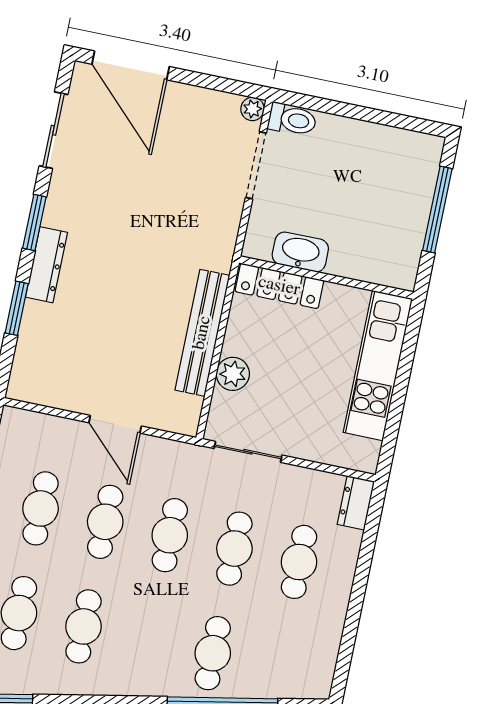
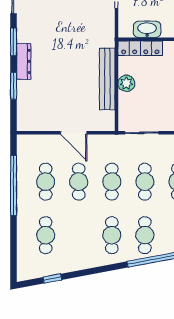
plant: (233, 374) -> (126, 83), moved
cafe table: (84, 626) -> (112, 235), moved

